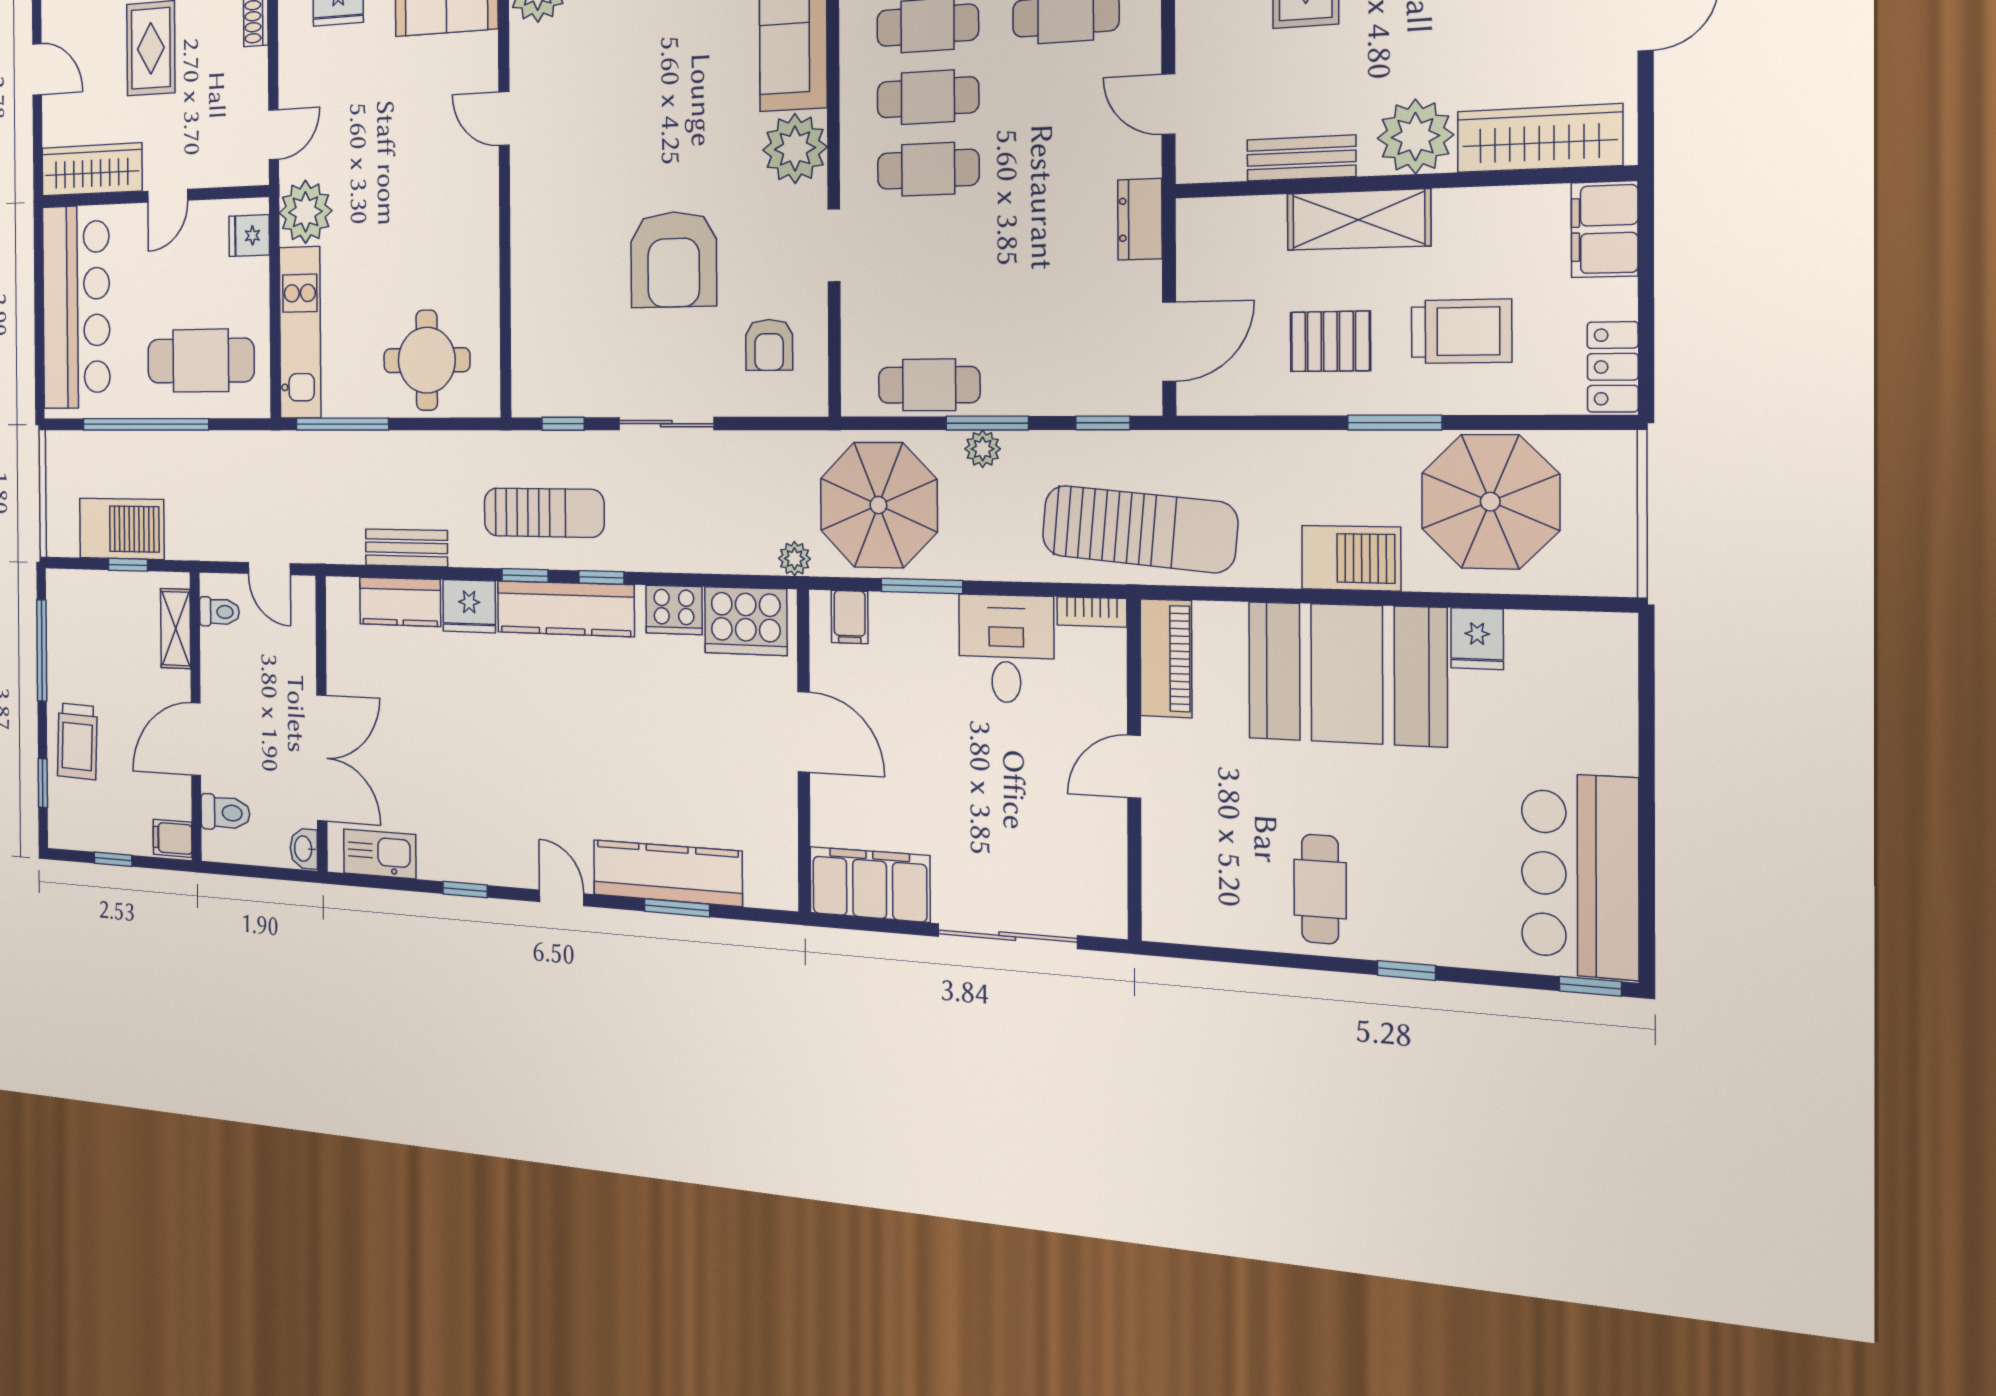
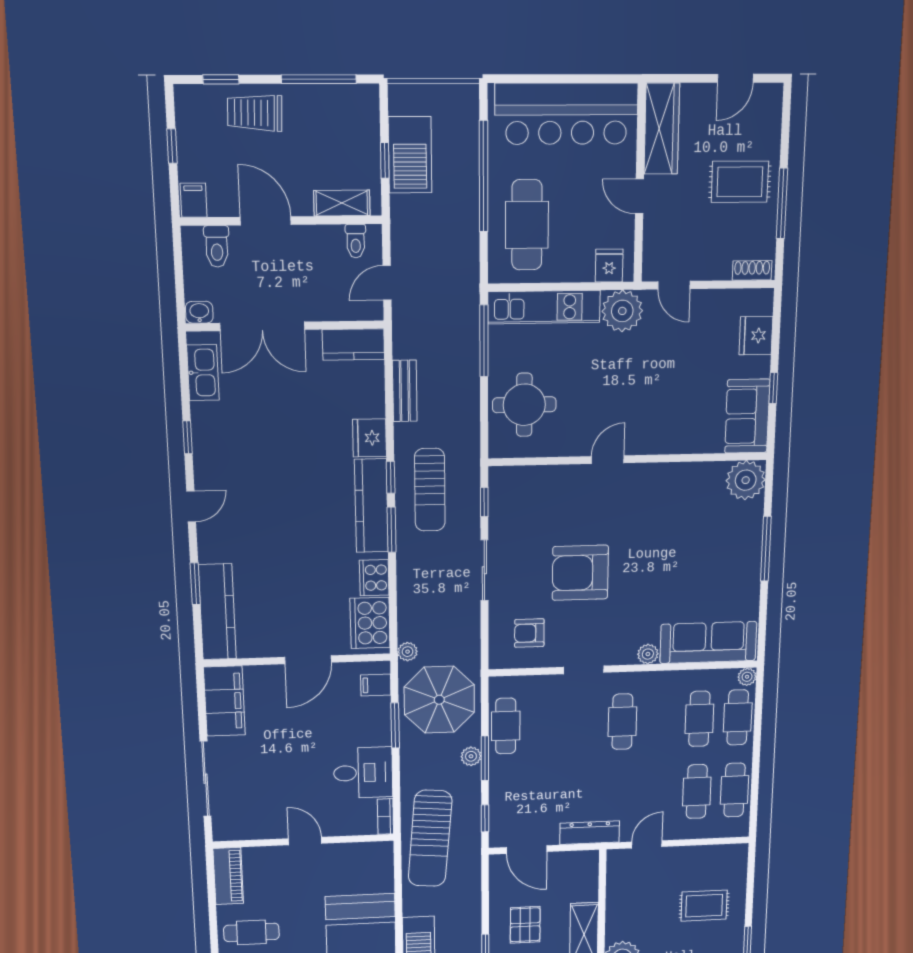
cafe table: (928, 97) -> (661, 720), removed
door: (504, 119) -> (608, 460), moved
plant: (795, 148) -> (648, 654), width x0.53, depth x0.53
bench: (1301, 158) -> (615, 908), removed
dresser: (1140, 219) -> (590, 833), width x1.44
window: (601, 577) -> (392, 530), width x1.50
kitchen counter: (400, 602) -> (353, 345), moved, turned -90
piano: (1166, 658) -> (228, 876), moved, turned -90
kitchen counter: (667, 873) -> (217, 612), moved

